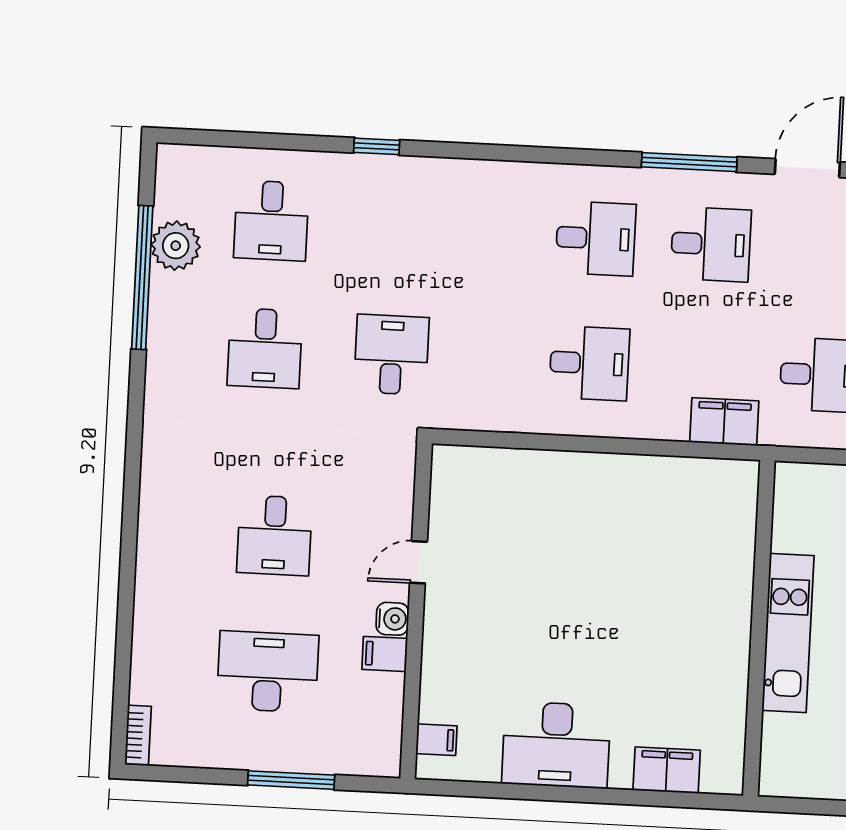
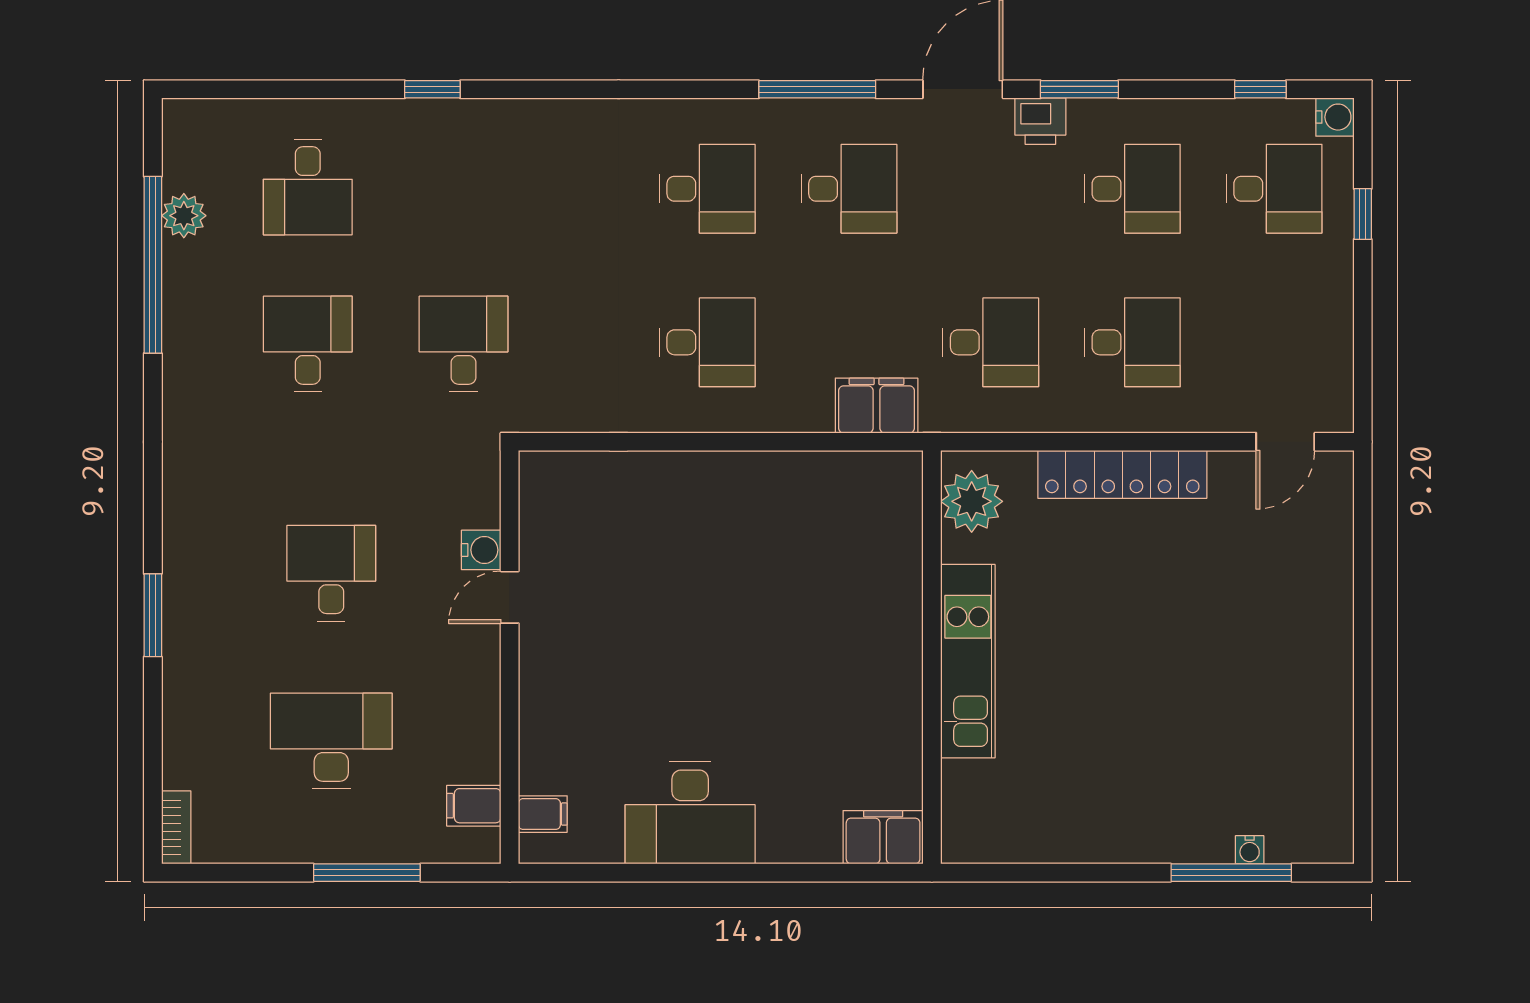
plant: (176, 246) -> (184, 216), width x0.73, depth x0.73
desk: (265, 348) -> (308, 344), turned 180
plant: (798, 503) -> (972, 501), added
desk: (274, 535) -> (331, 573), turned 180
window: (128, 562) -> (153, 615), added
water cooler: (392, 619) -> (481, 550), moved
filing cabinet: (385, 654) -> (474, 806), moved
filing cabinet: (667, 770) -> (883, 837), moved

